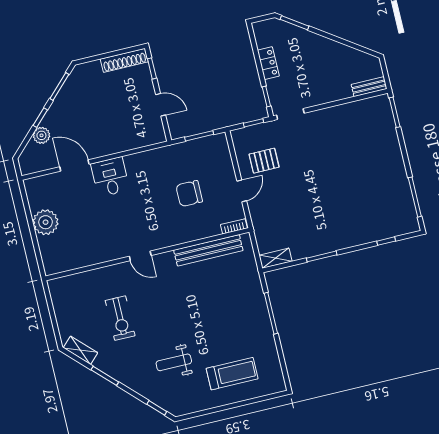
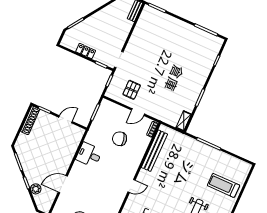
desk: (110, 177) -> (89, 155), moved
door: (242, 191) -> (138, 112), swing flipped
chair: (189, 194) -> (120, 139), turned 77
treadmill: (232, 374) -> (224, 185), turned -90

